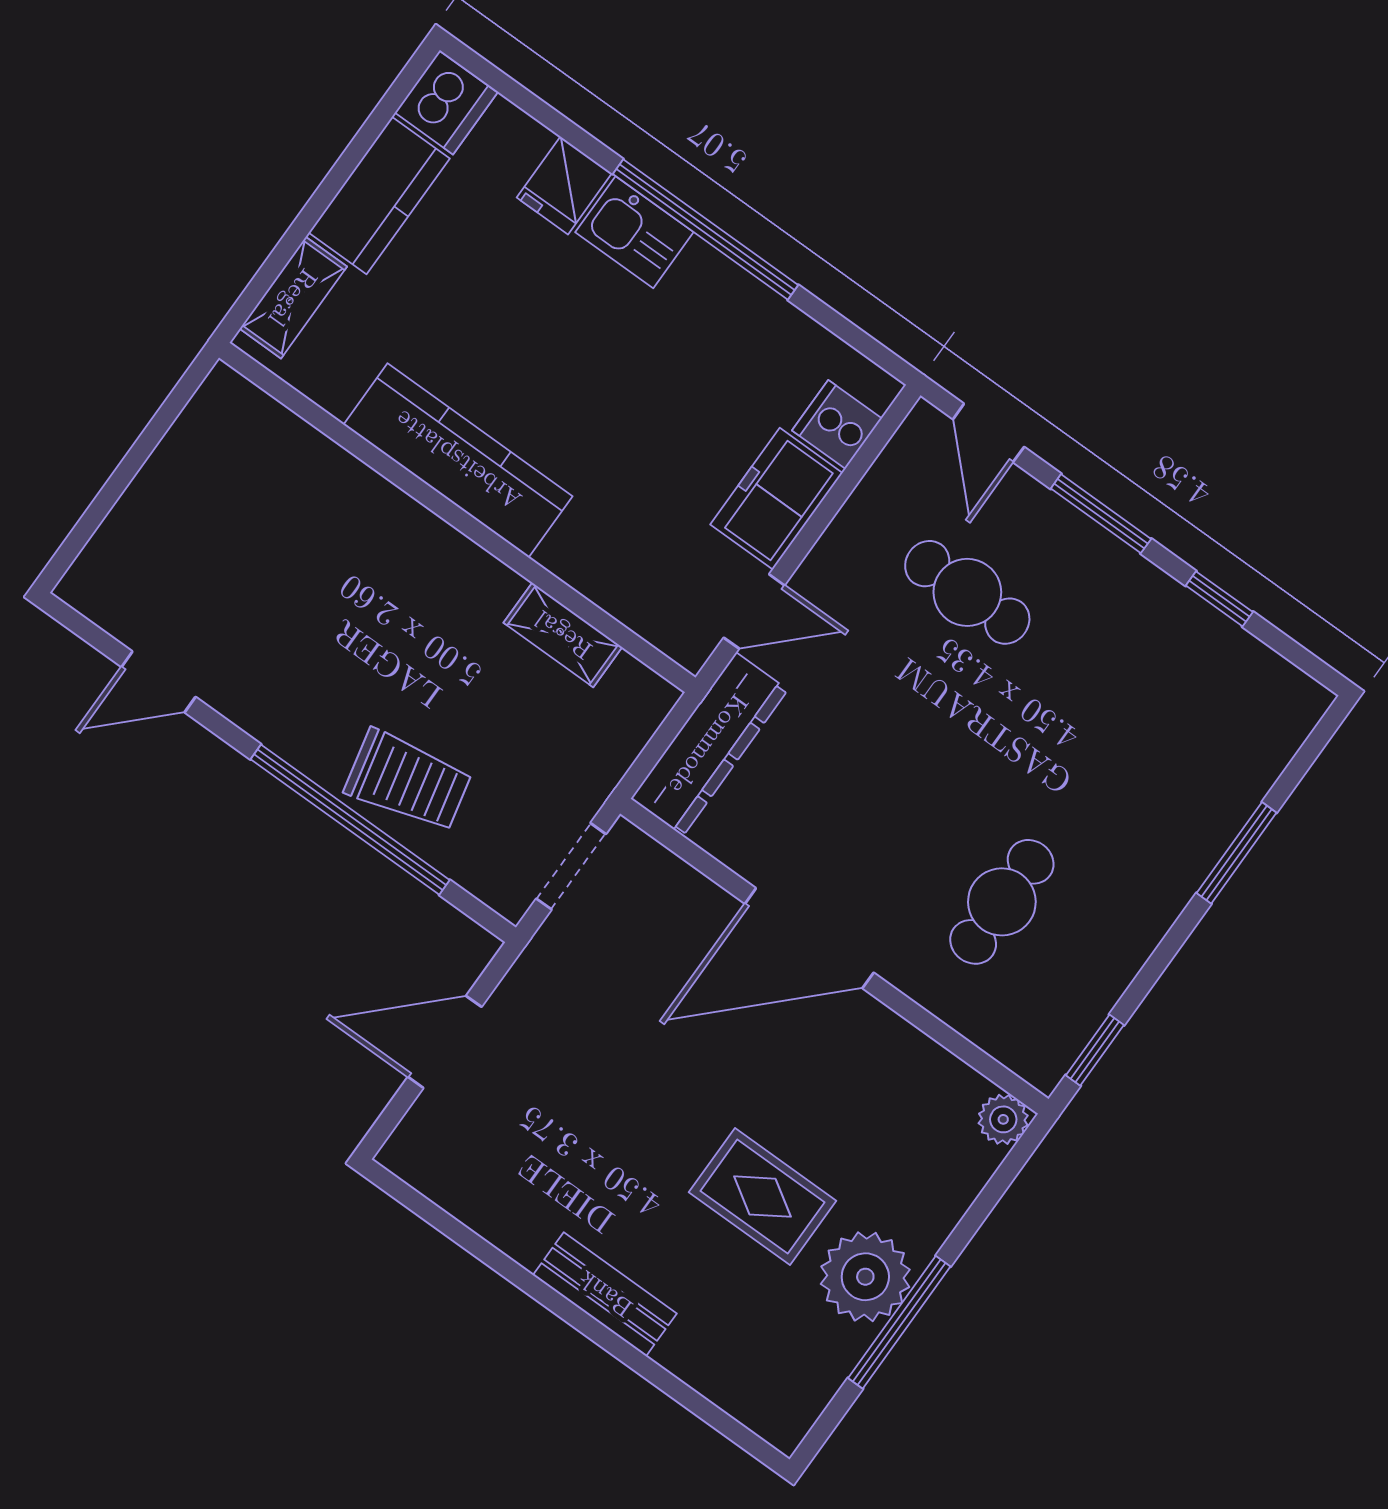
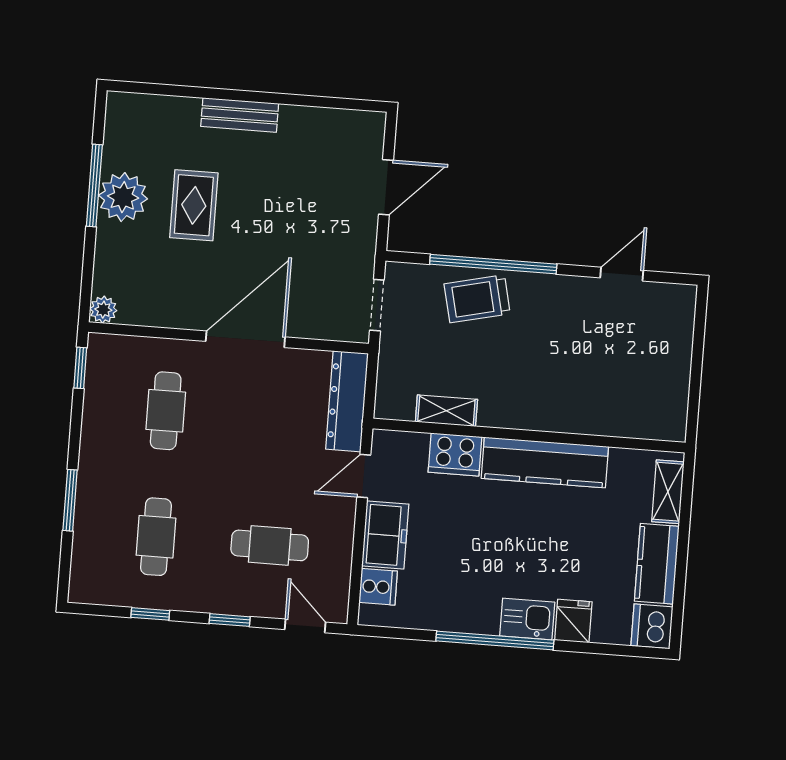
window: (1101, 514) -> (230, 620), width x0.67
cooker: (591, 558) -> (455, 454), added
cafe table: (1137, 714) -> (156, 537), added
rug: (763, 1197) -> (194, 205), turned 90

